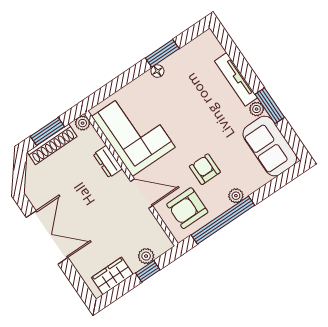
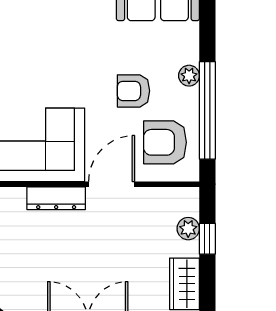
dresser: (108, 161) -> (56, 198), width x1.44
armchair: (187, 208) -> (165, 142), turned 90

